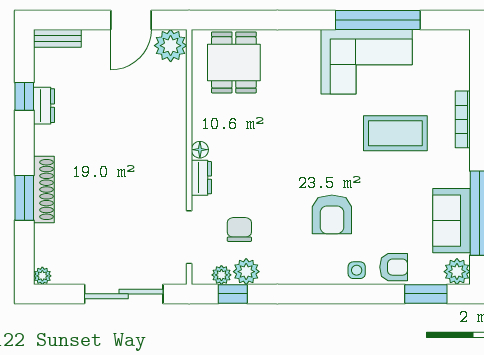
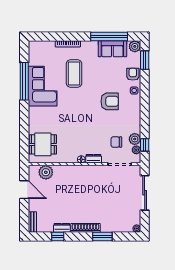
plant: (171, 46) -> (46, 172), moved
shoe rack: (44, 190) -> (85, 228), moved

